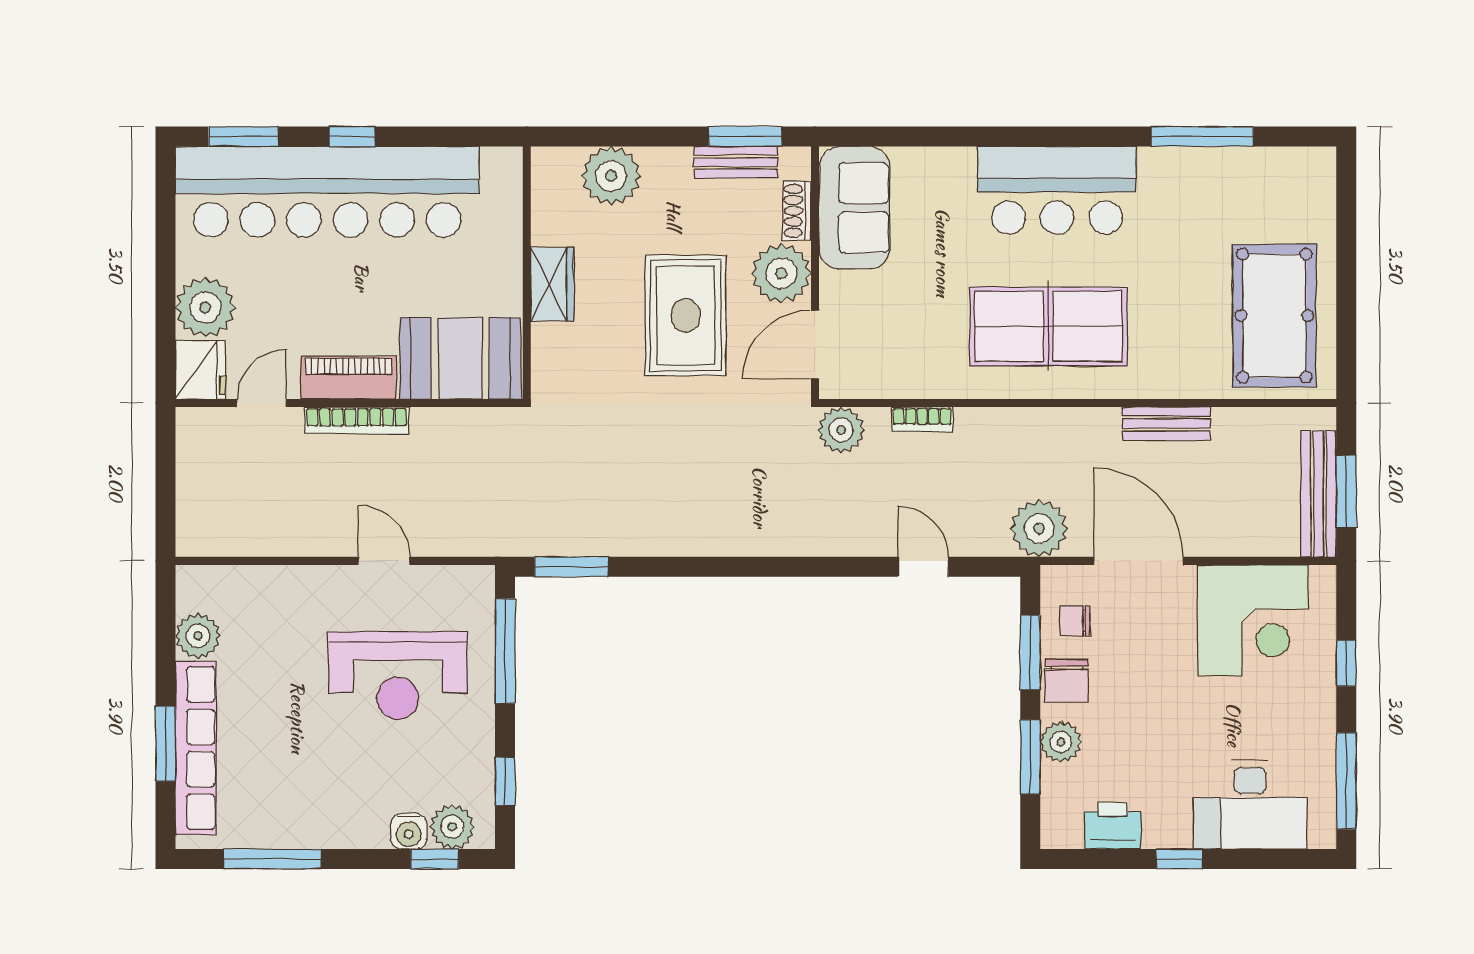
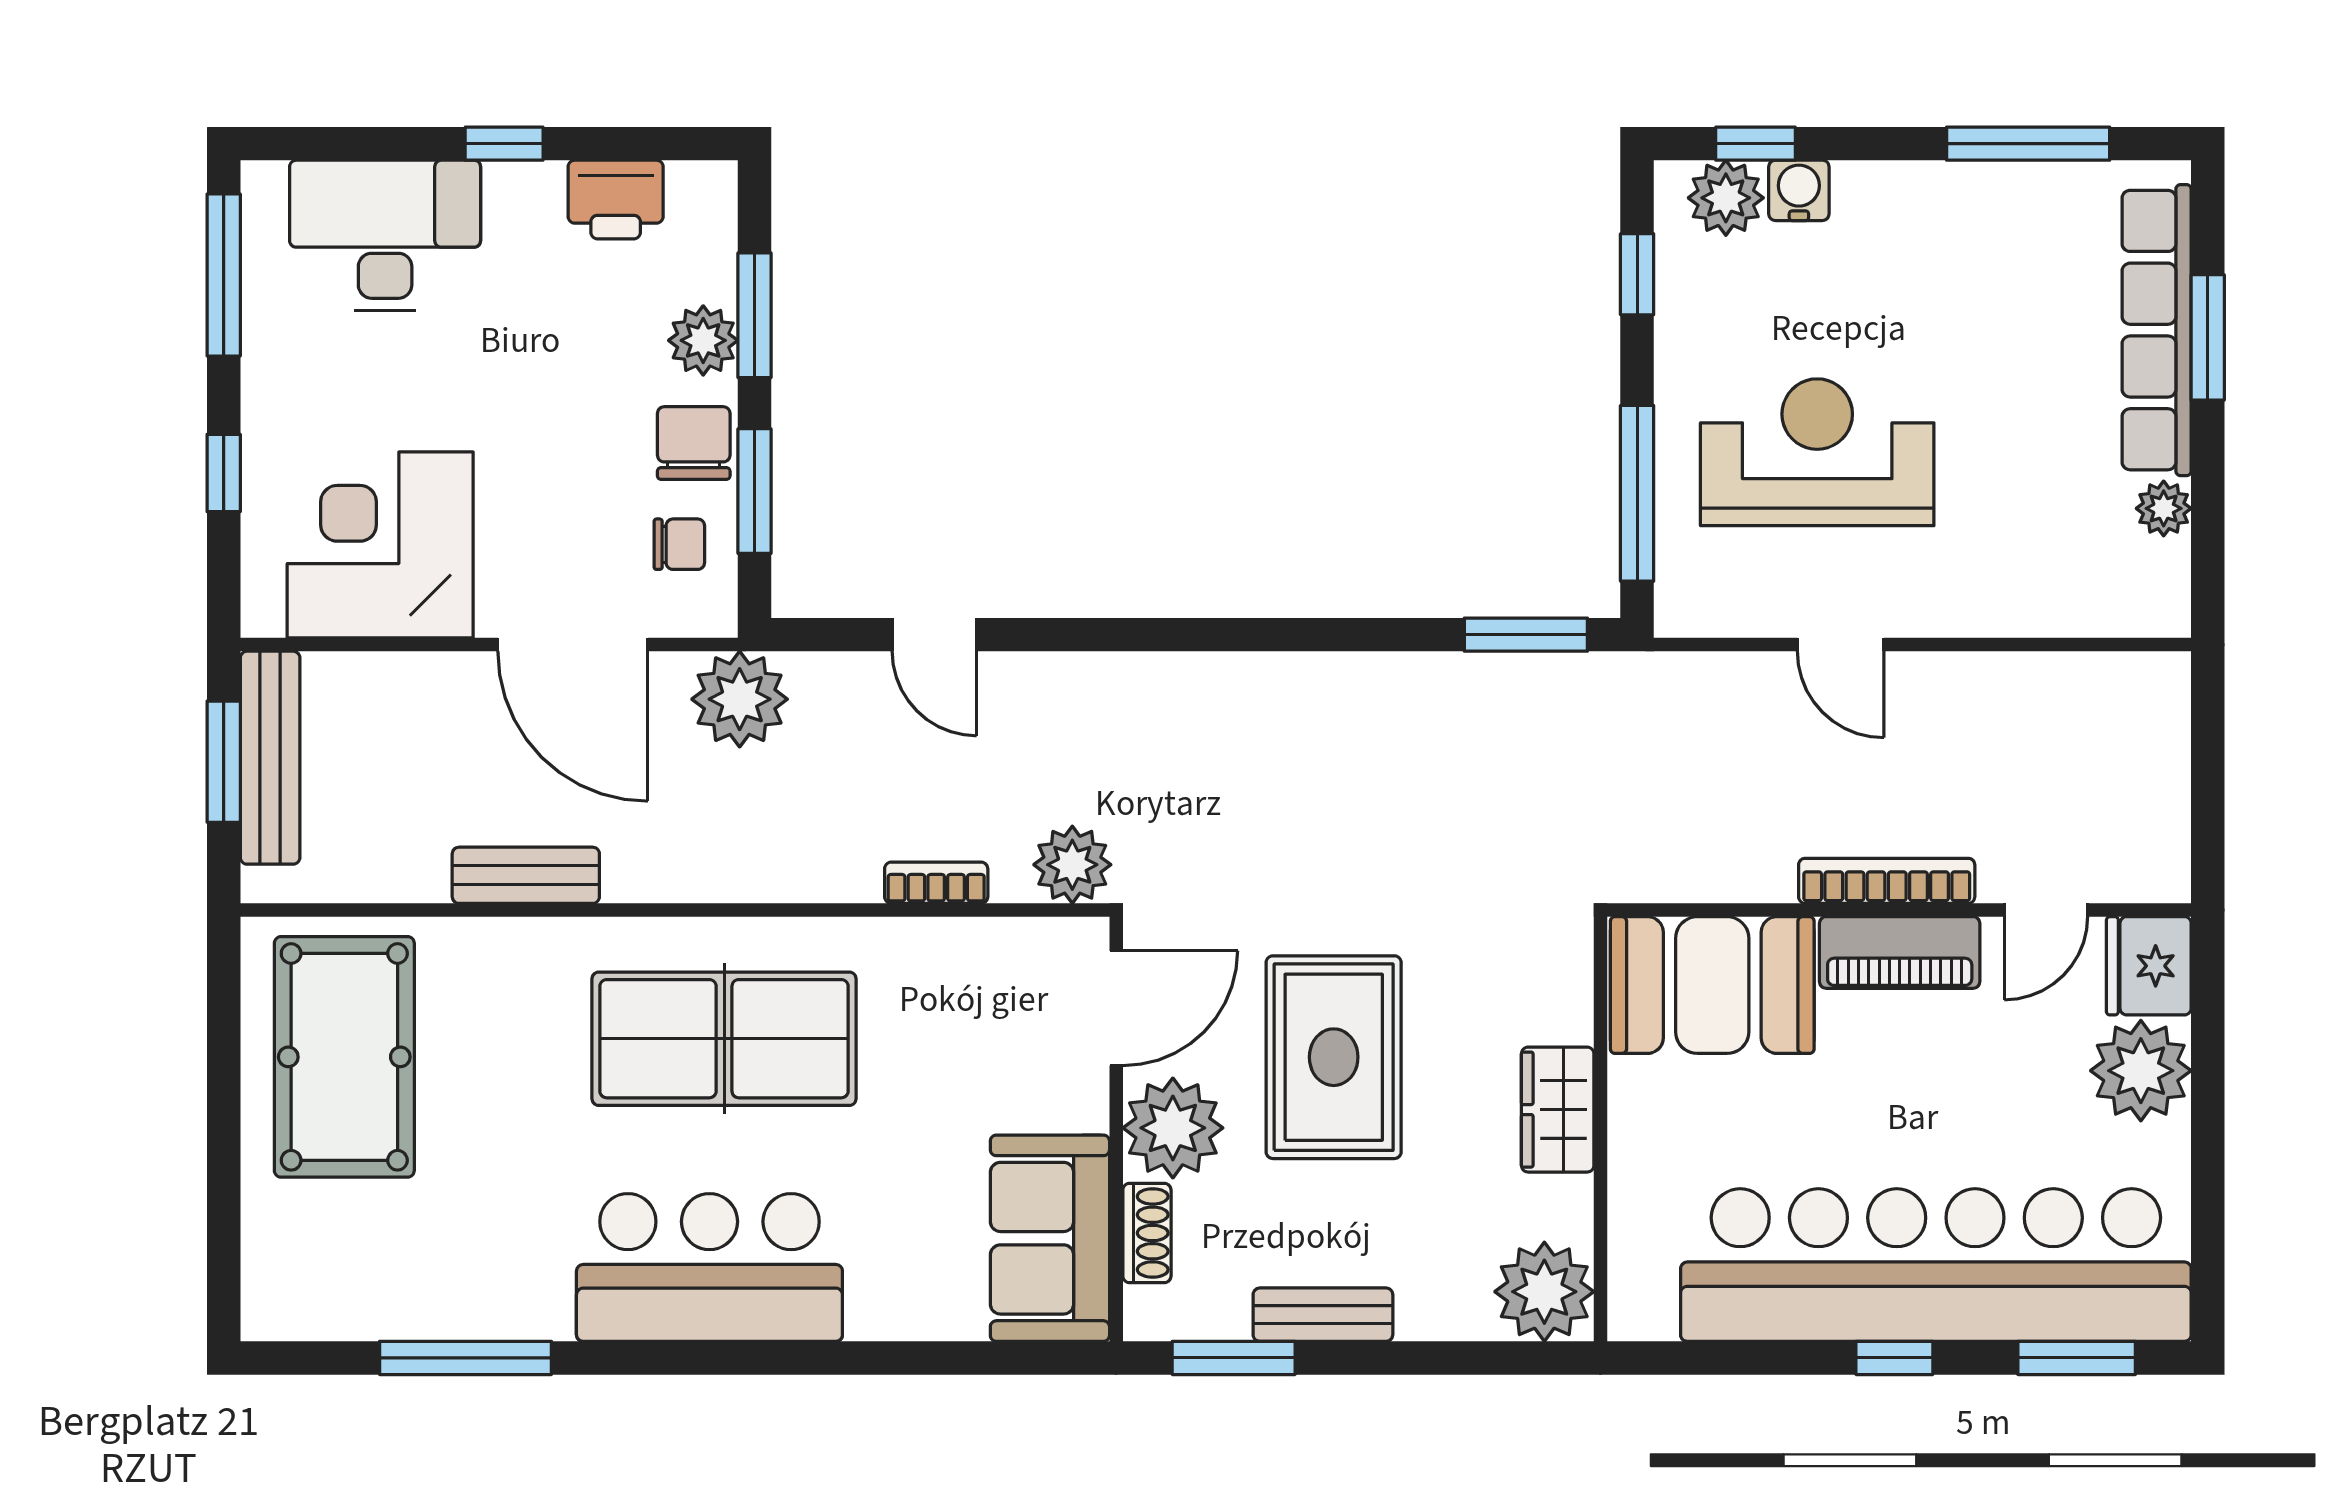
bench: (736, 162) -> (1323, 1315), moved
plant: (611, 176) -> (1544, 1292), moved
plant: (198, 636) -> (2164, 508), width x0.73, depth x0.73

